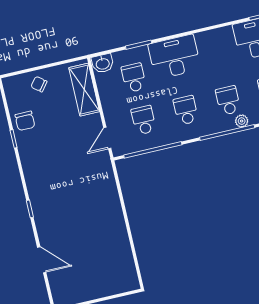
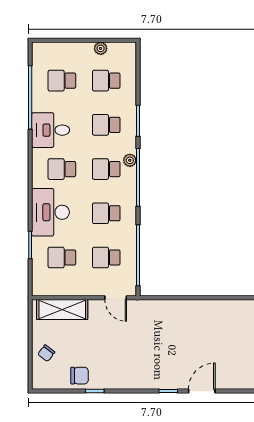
school desk: (218, 58) -> (62, 169), added
washbasin: (103, 63) -> (40, 285), removed
door: (42, 260) -> (202, 391), moved

